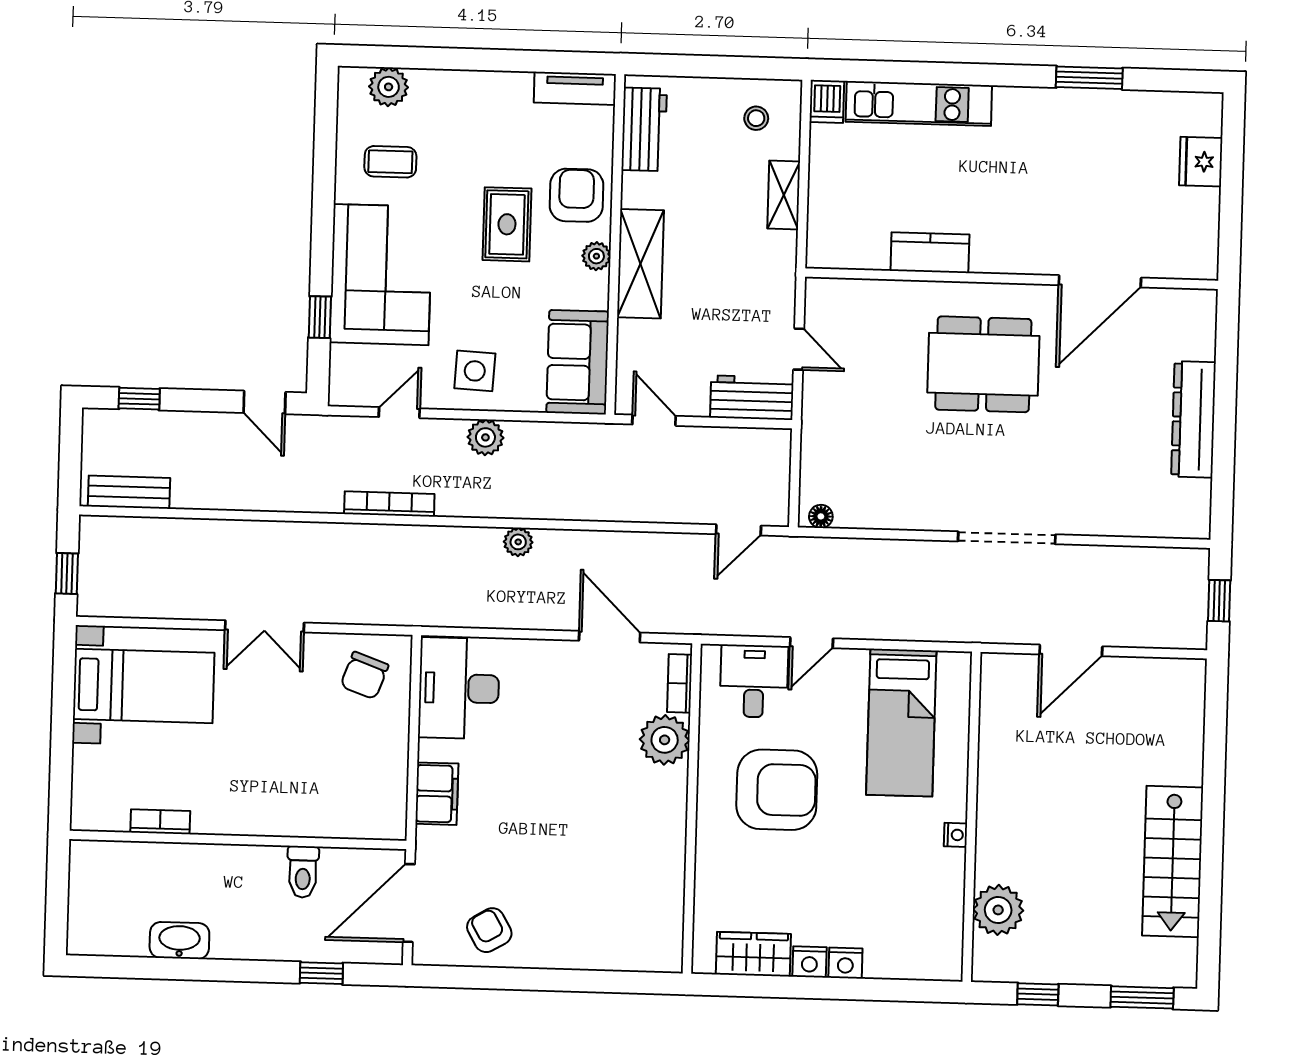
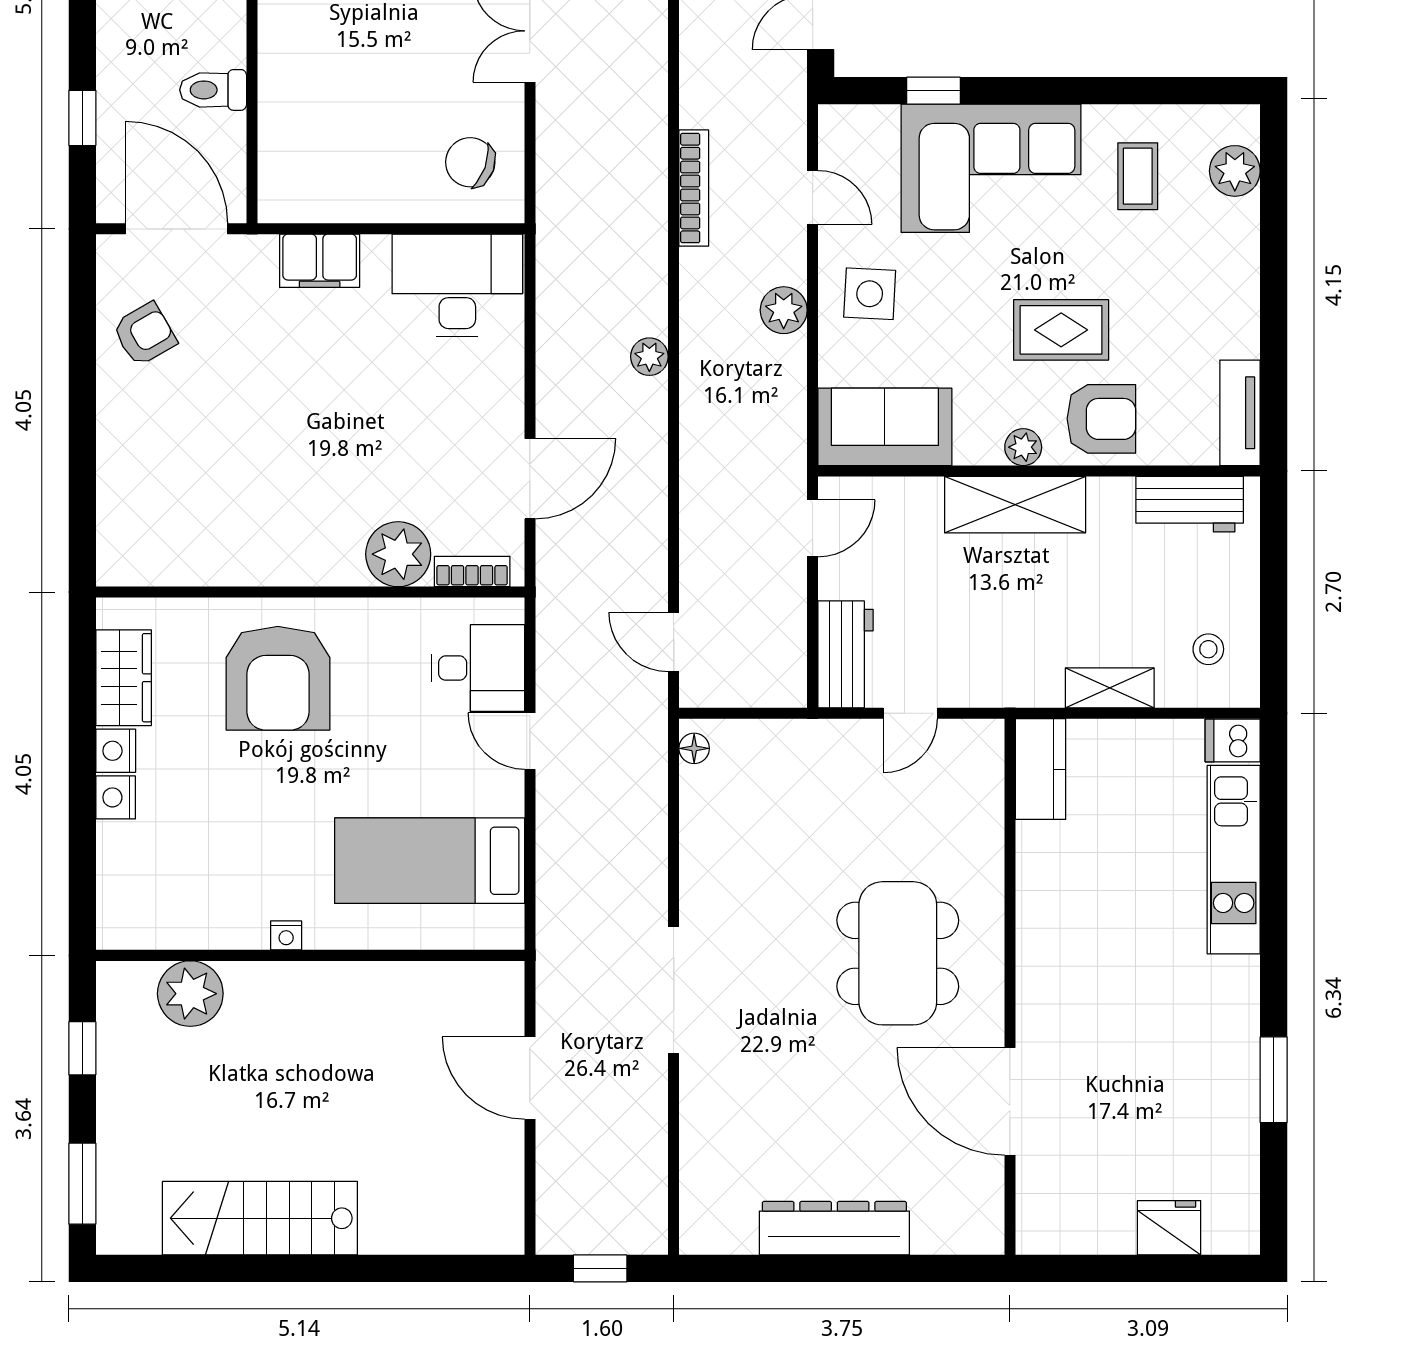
kitchen counter: (930, 253) -> (1041, 769), moved
armchair: (777, 790) -> (278, 678), moved

